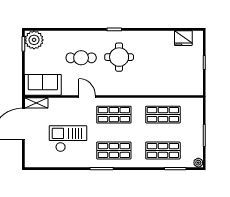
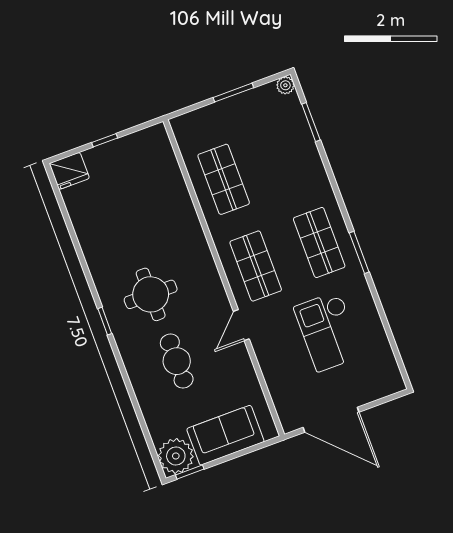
fridge: (183, 38) -> (69, 171), moved, turned 90
sofa: (43, 85) -> (225, 435), moved, turned 90
shelving: (36, 103) -> (286, 411), removed
shop shelf: (163, 151) -> (287, 156), removed

